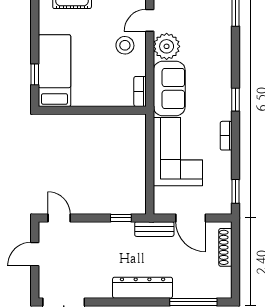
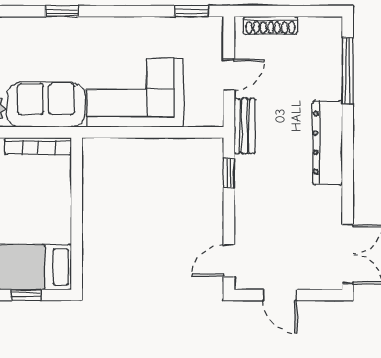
bookcase: (140, 91) -> (38, 146), width x1.56
bookcase: (226, 136) -> (113, 24), removed
door: (191, 218) -> (229, 75), width x0.73

